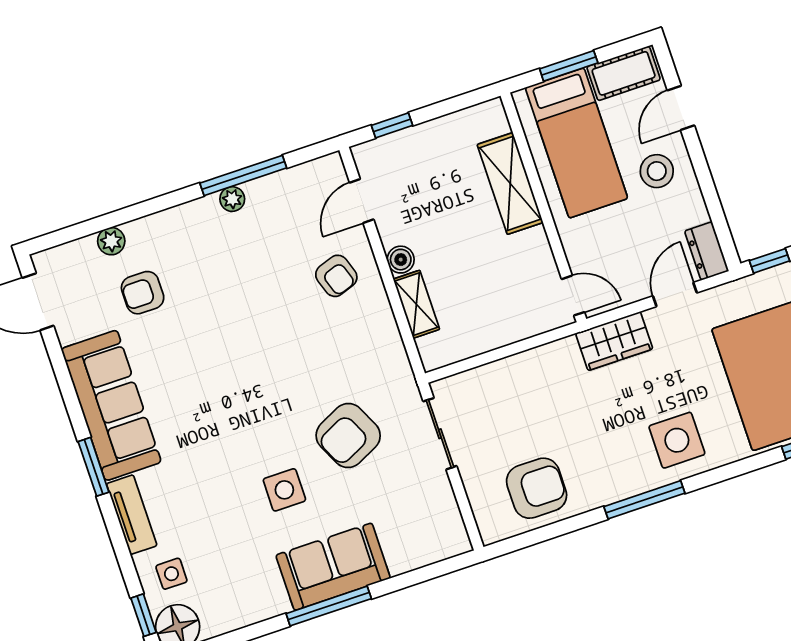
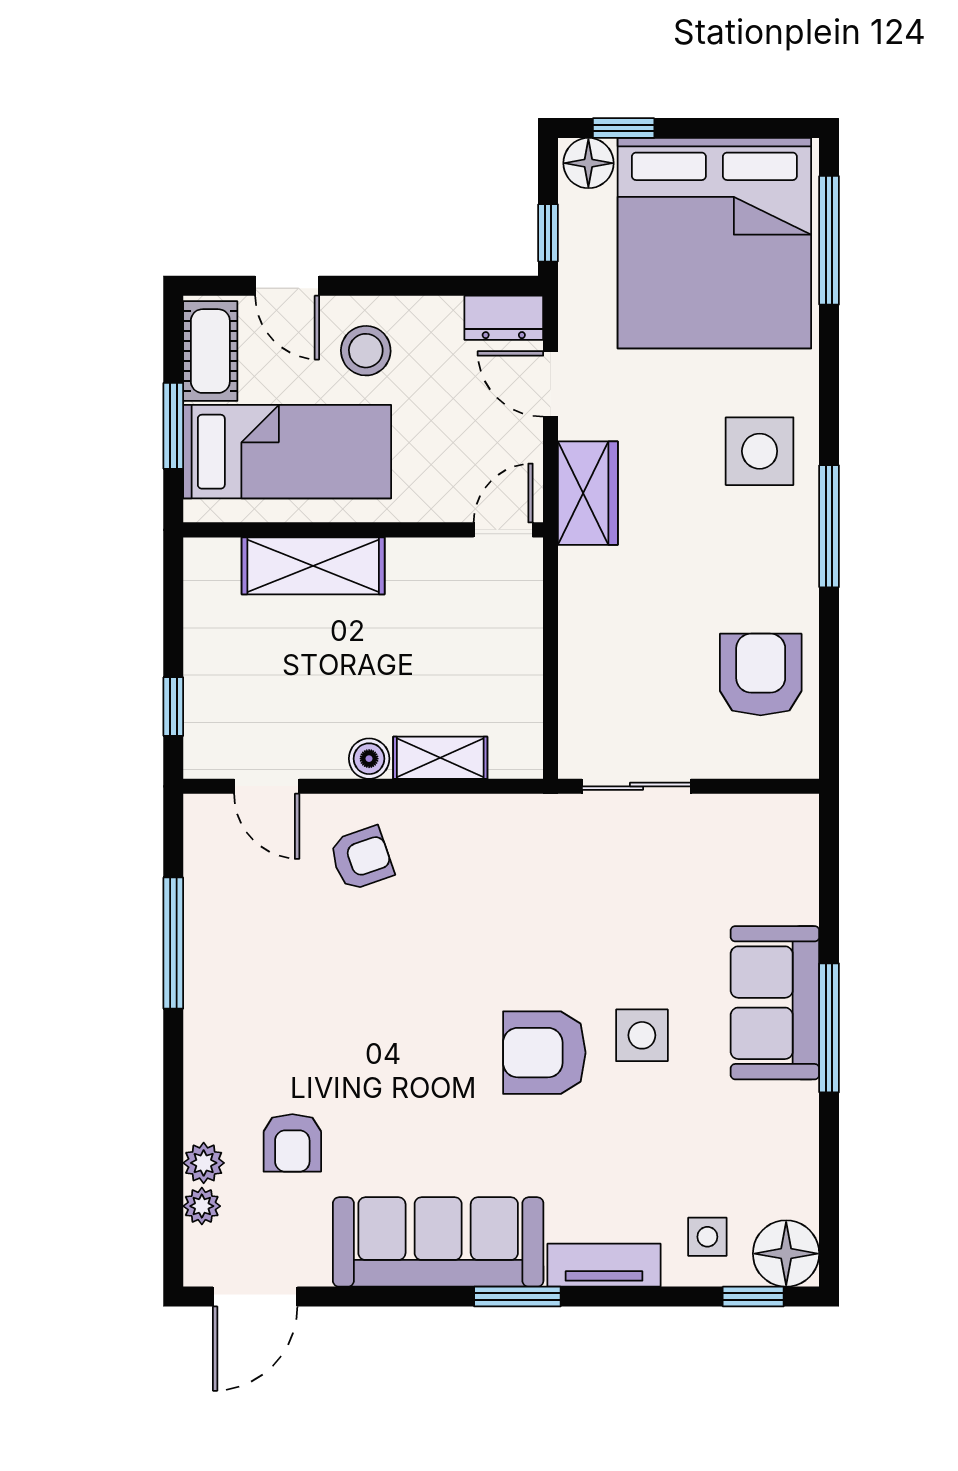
plant: (232, 199) -> (202, 1206), moved
armchair: (348, 436) -> (544, 1053), moved, turned 116

